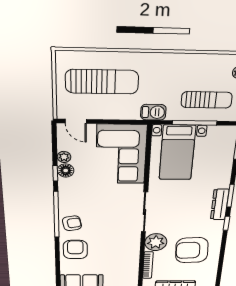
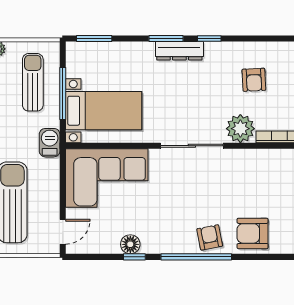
plant: (64, 157) -> (111, 246), removed
armchair: (192, 250) -> (254, 80), width x0.53, depth x0.53

